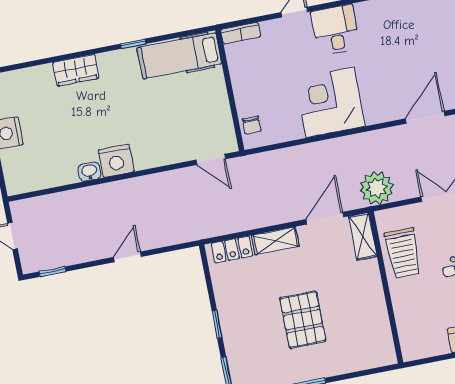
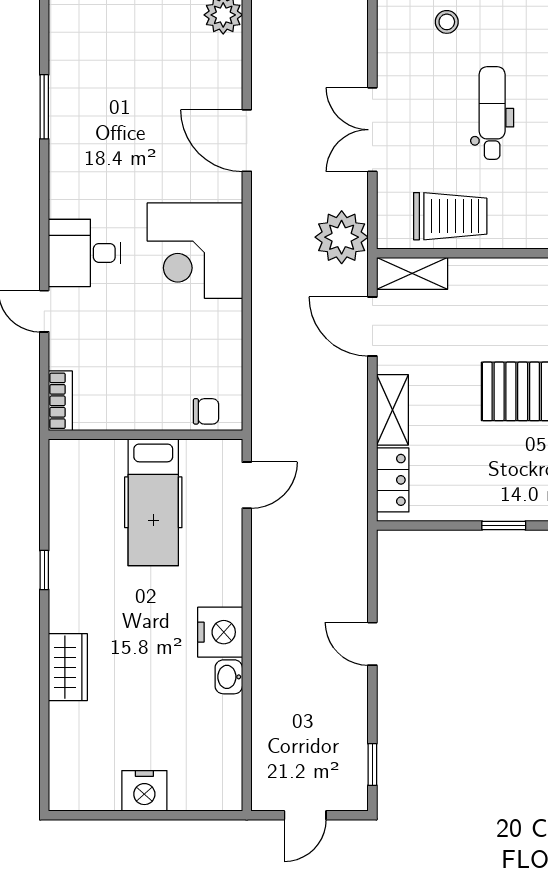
hospital bed: (179, 56) -> (153, 502), moved
corner desk: (330, 102) -> (195, 251), moved

